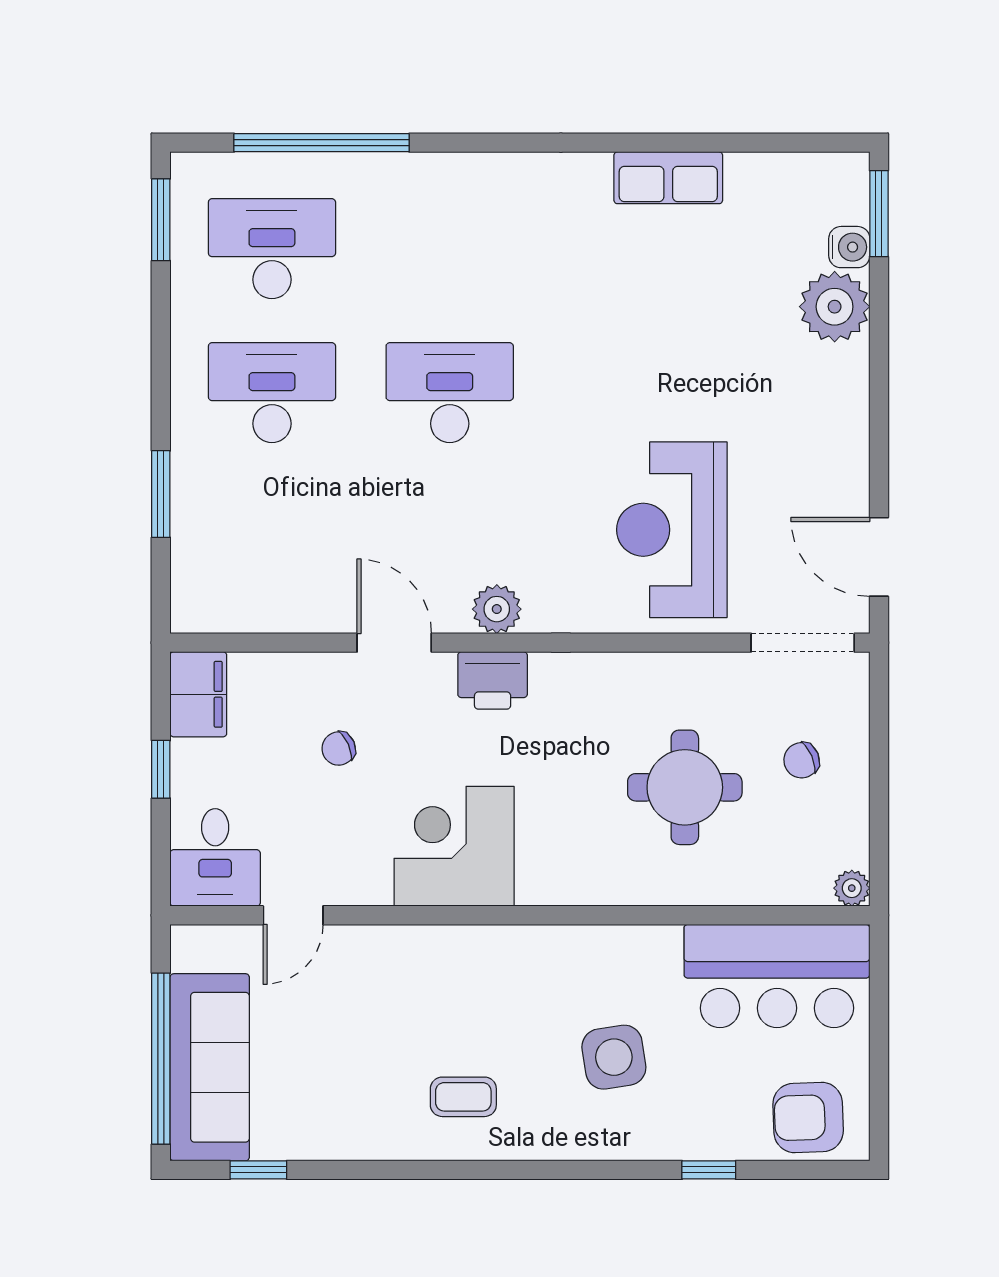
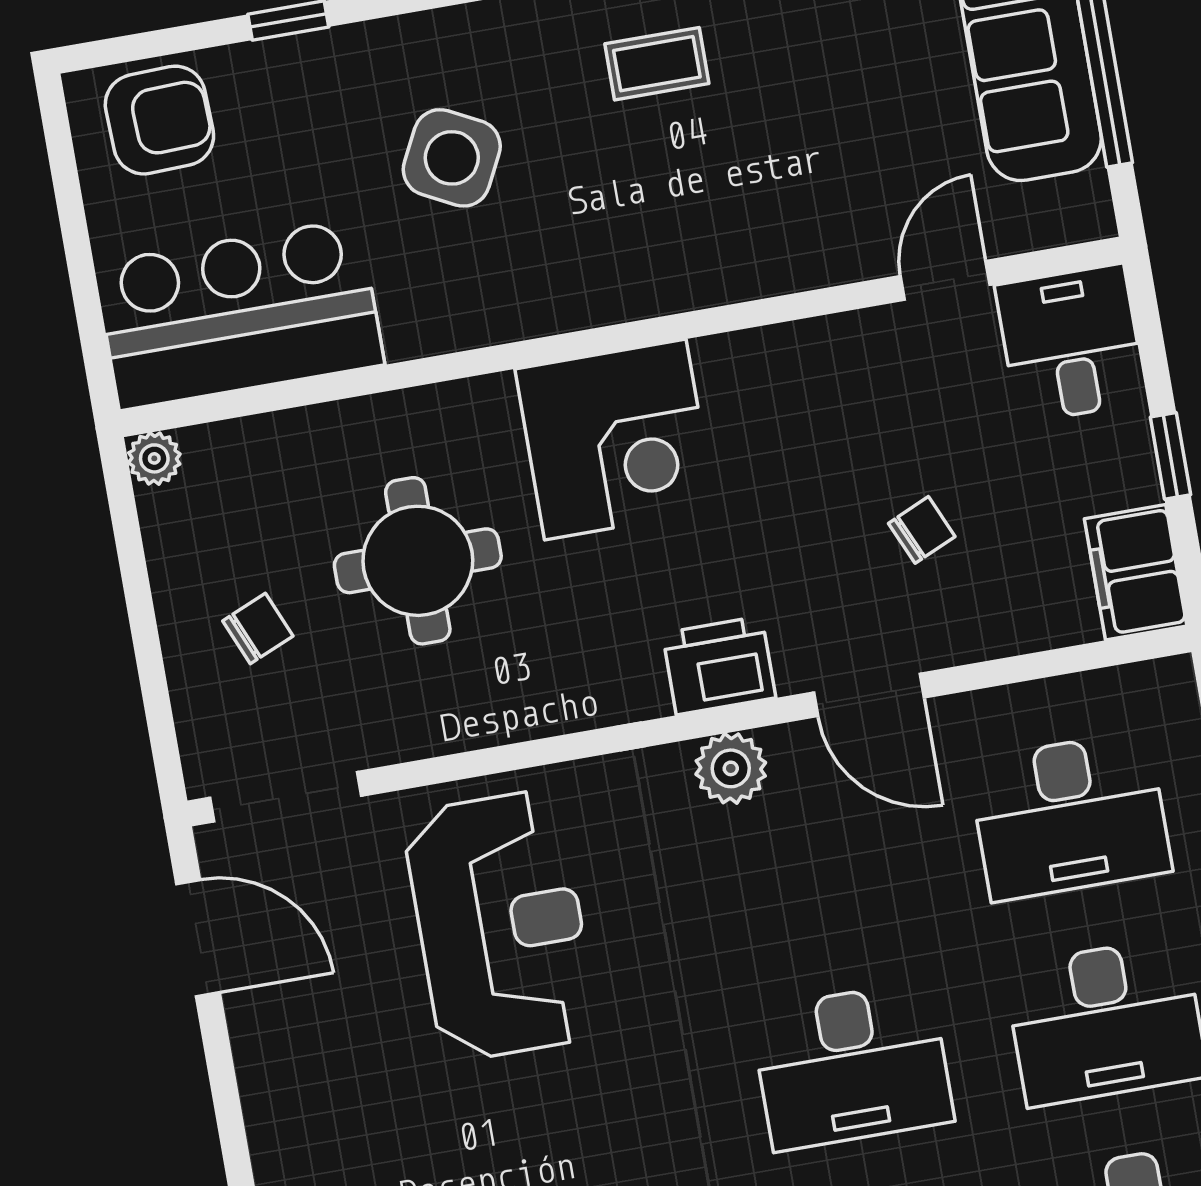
desk: (272, 537) -> (1070, 816), added
corner desk: (454, 846) -> (615, 440), moved
side table: (614, 1057) -> (452, 158), turned 36

